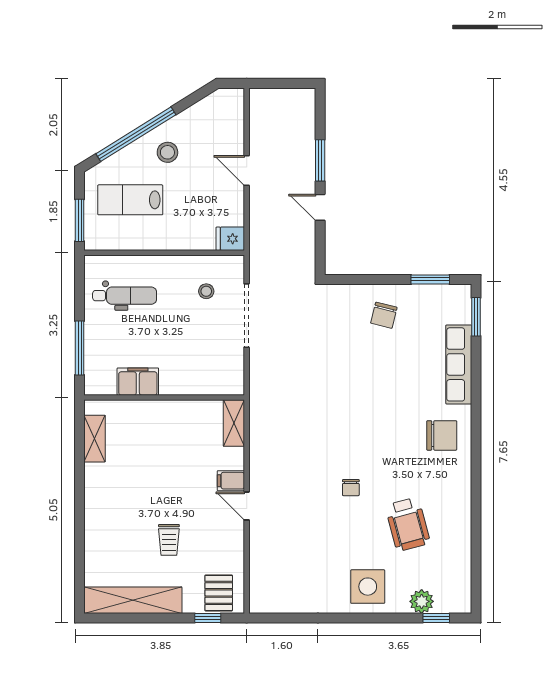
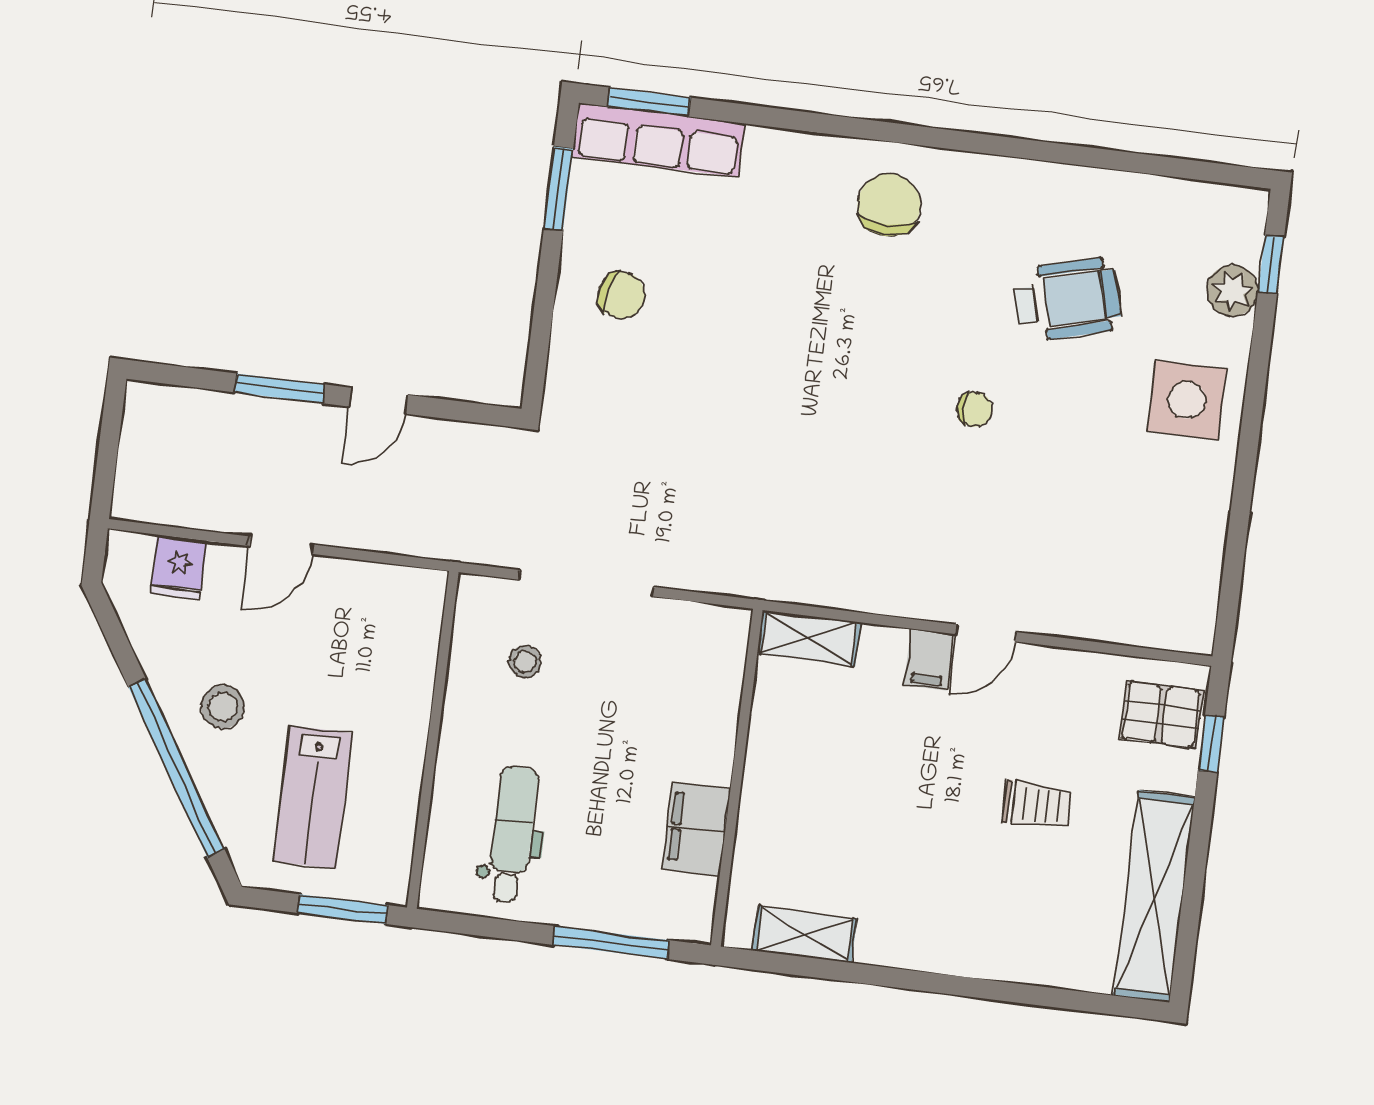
fridge: (230, 239) -> (179, 567), moved
row of seats: (459, 364) -> (659, 140), moved

